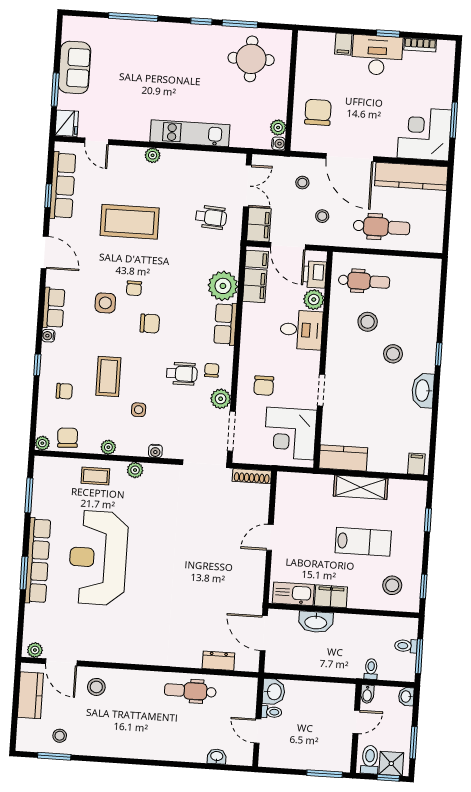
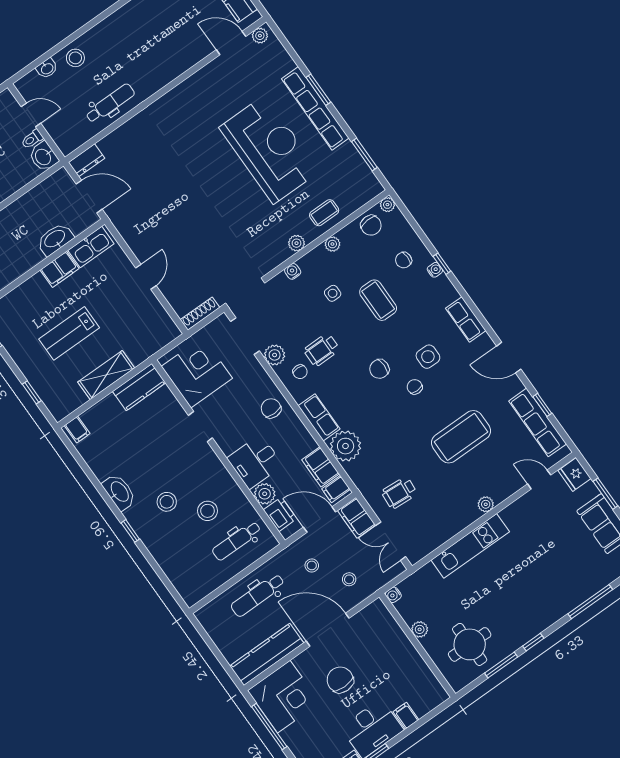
chair: (318, 112) -> (340, 680), moved, turned 180
window: (454, 120) -> (269, 727), width x1.44
plant: (278, 127) -> (420, 629), moved
water cooler: (48, 336) -> (435, 270), moved
chair: (264, 386) -> (271, 408), moved
stool: (392, 585) -> (18, 318), removed
dresser: (218, 661) -> (86, 160), moved
stool: (96, 687) -> (75, 58), moved

